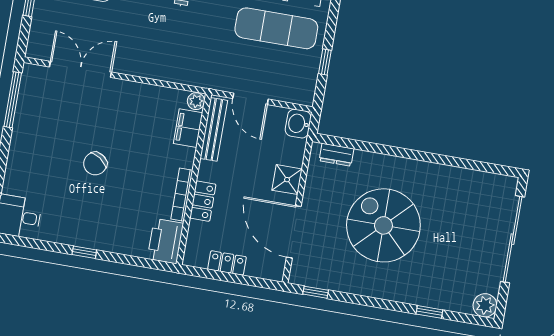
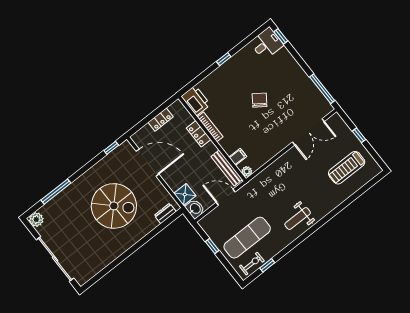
filing cabinet: (188, 128) -> (238, 157), width x0.50
shower: (287, 180) -> (185, 195), moved
window: (429, 312) -> (56, 192), width x2.17

